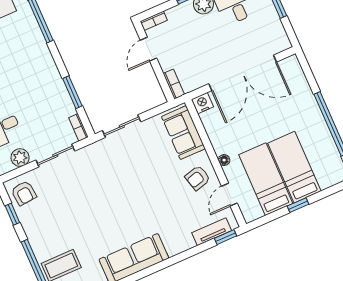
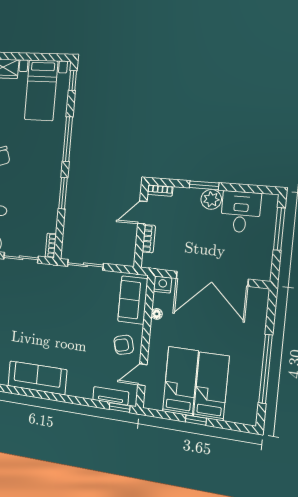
bookcase: (174, 84) -> (149, 239), moved
window: (72, 92) -> (63, 193), moved
floor lamp: (224, 160) -> (157, 314), moved

